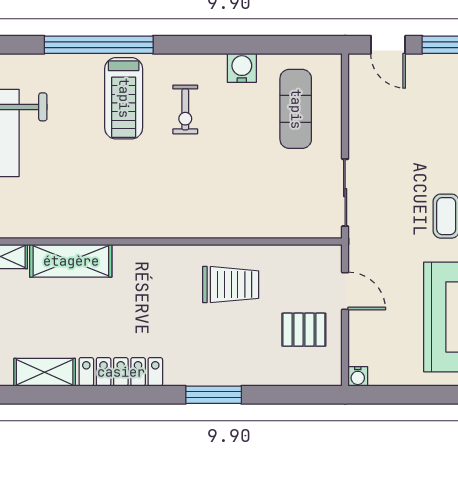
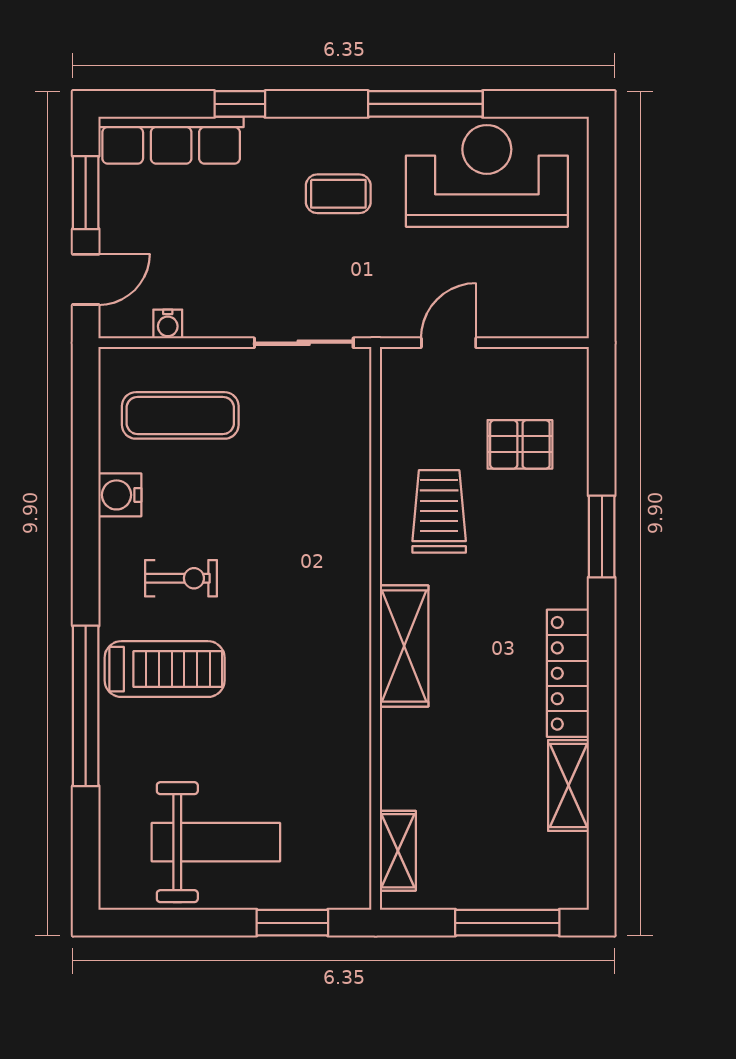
shelving: (71, 261) -> (404, 646), moved
pallet: (304, 330) -> (520, 444), moved, turned 90
water cooler: (358, 376) -> (168, 324), moved, turned 90

